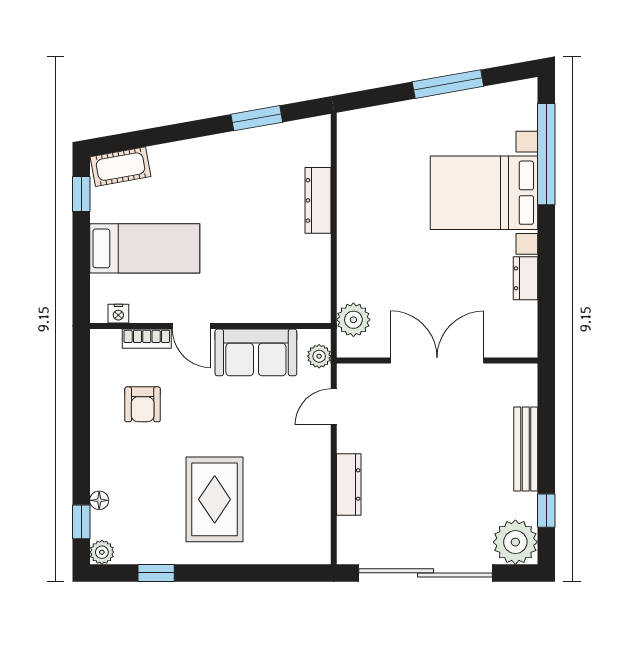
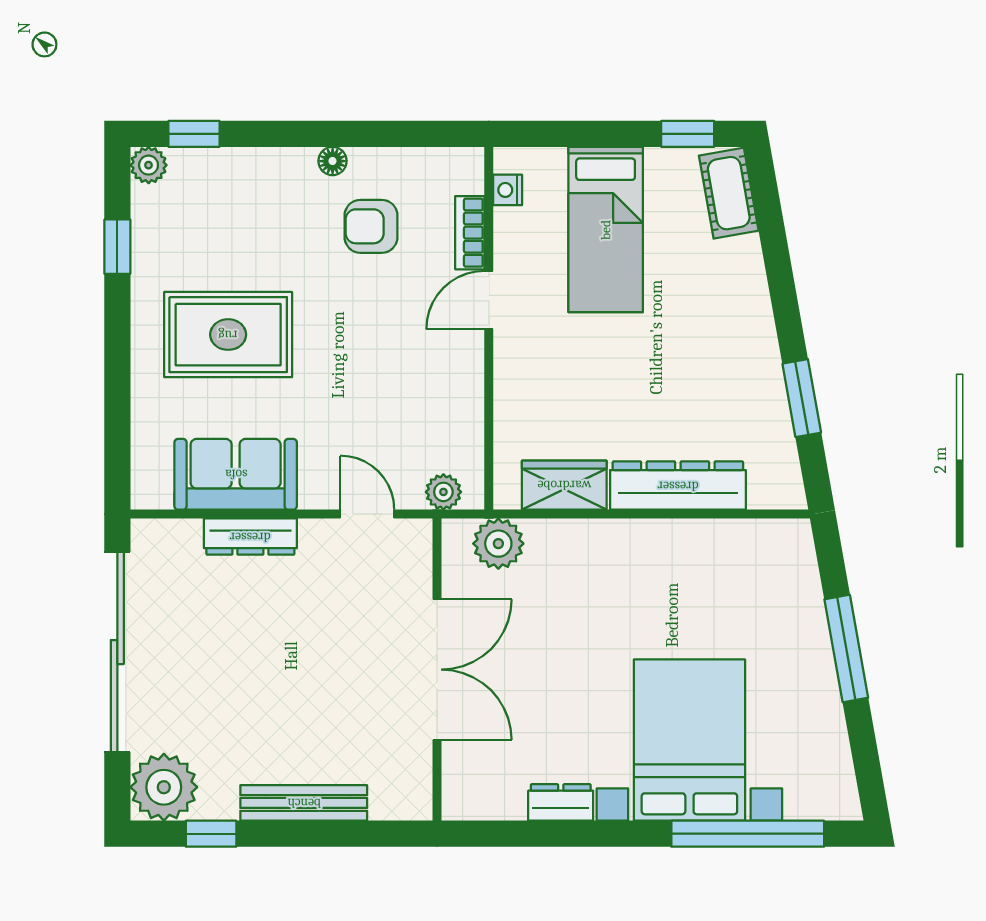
window: (448, 84) -> (846, 648), moved
dresser: (318, 200) -> (678, 486), width x1.37, depth x1.24
wardrobe: (315, 276) -> (564, 485), added
sofa: (256, 352) -> (236, 474), moved, turned 90
floor lamp: (99, 500) -> (333, 161), moved

